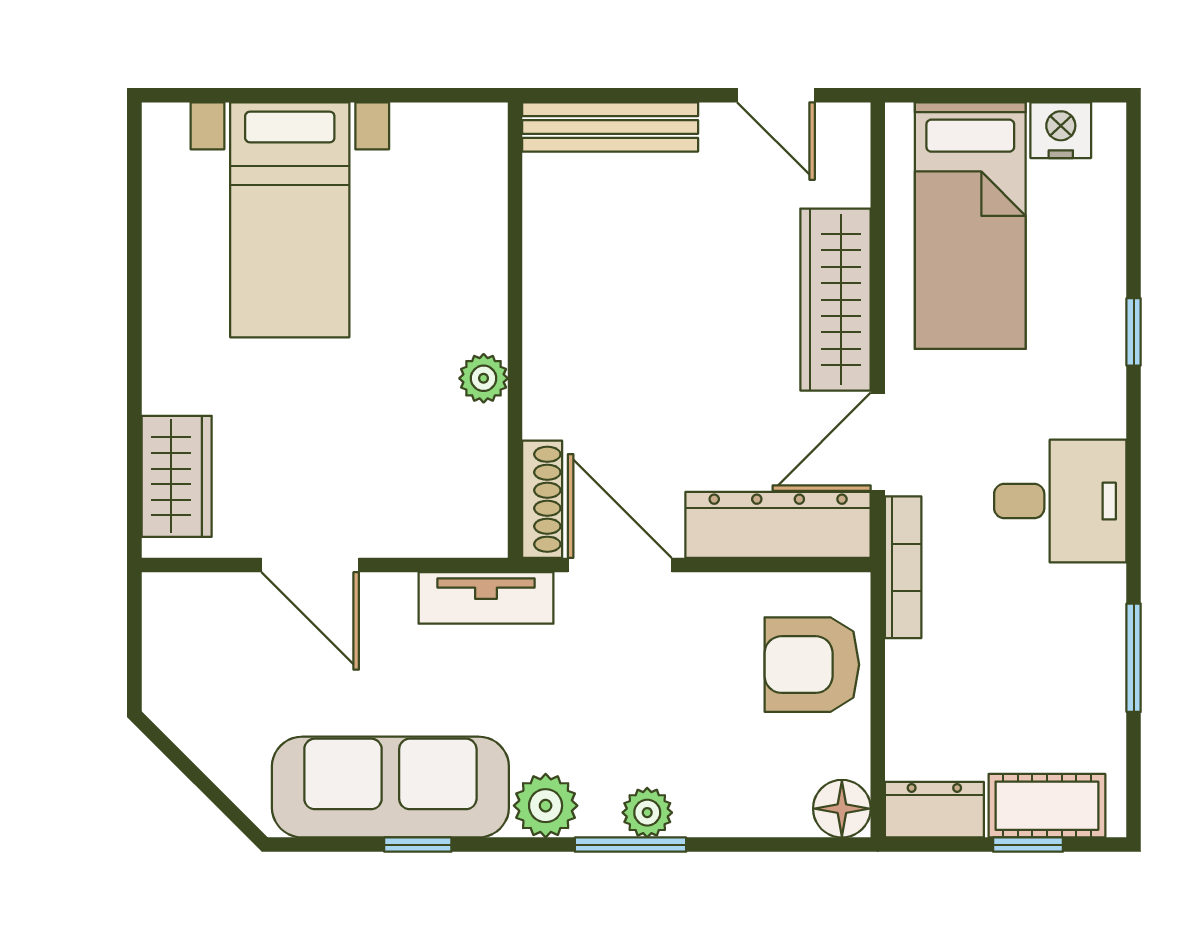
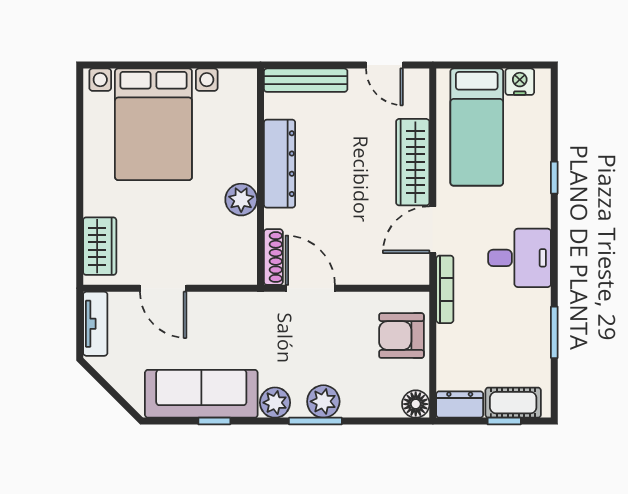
bed with nightstands: (290, 220) -> (153, 124), width x1.36
plant: (484, 378) -> (241, 200), width x1.38, depth x1.38
dresser: (778, 525) -> (280, 164), moved, turned 90
tv unit: (486, 598) -> (95, 324), moved, turned -90
plant: (647, 813) -> (323, 401), width x1.38, depth x1.38

